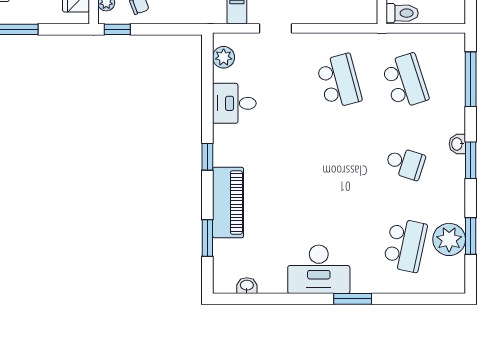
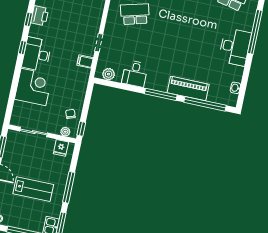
window: (207, 157) -> (161, 94), width x2.17
window: (207, 238) -> (205, 104), width x2.11
window: (353, 299) -> (255, 32), width x2.11

